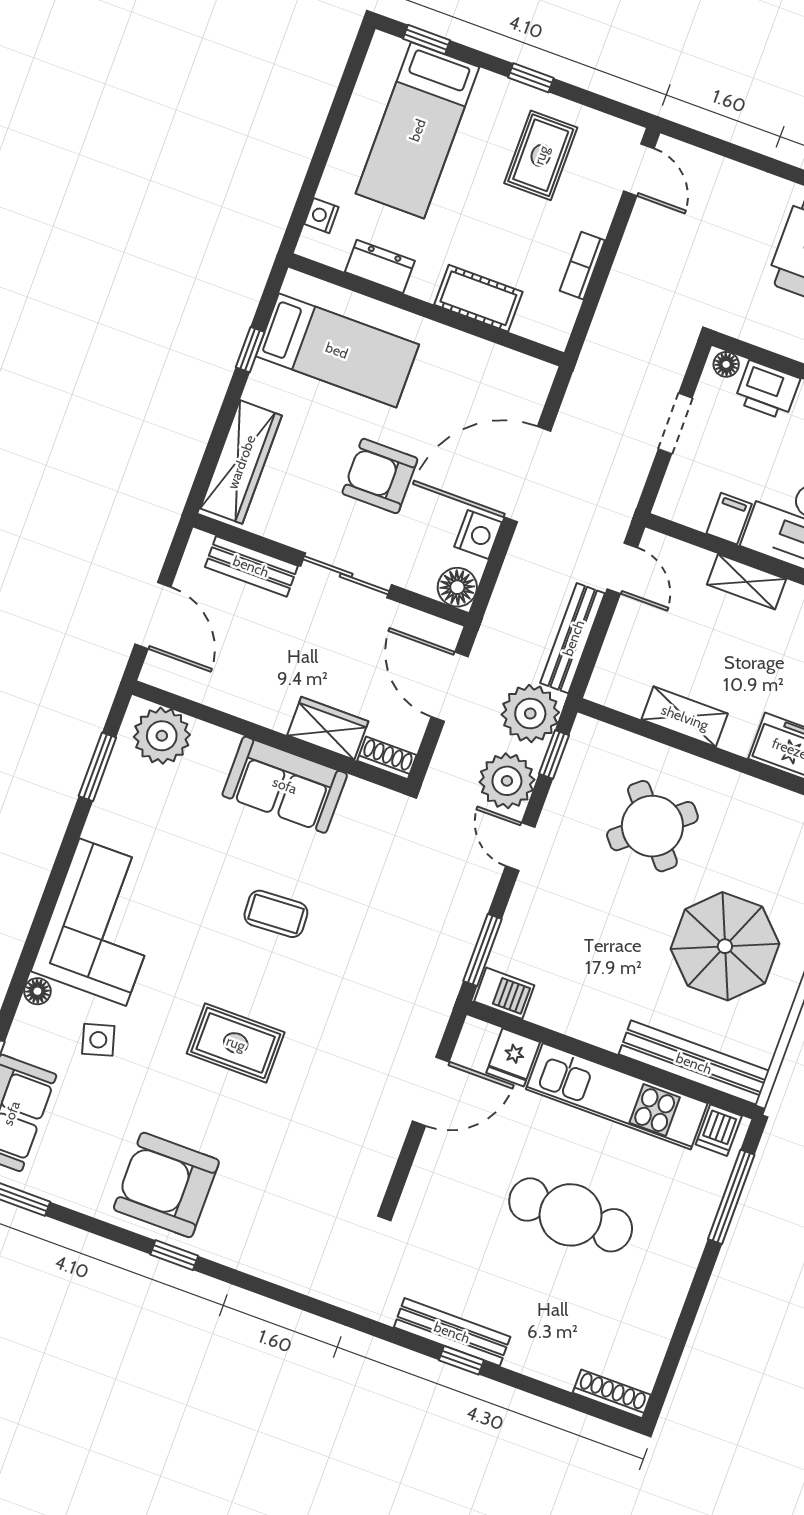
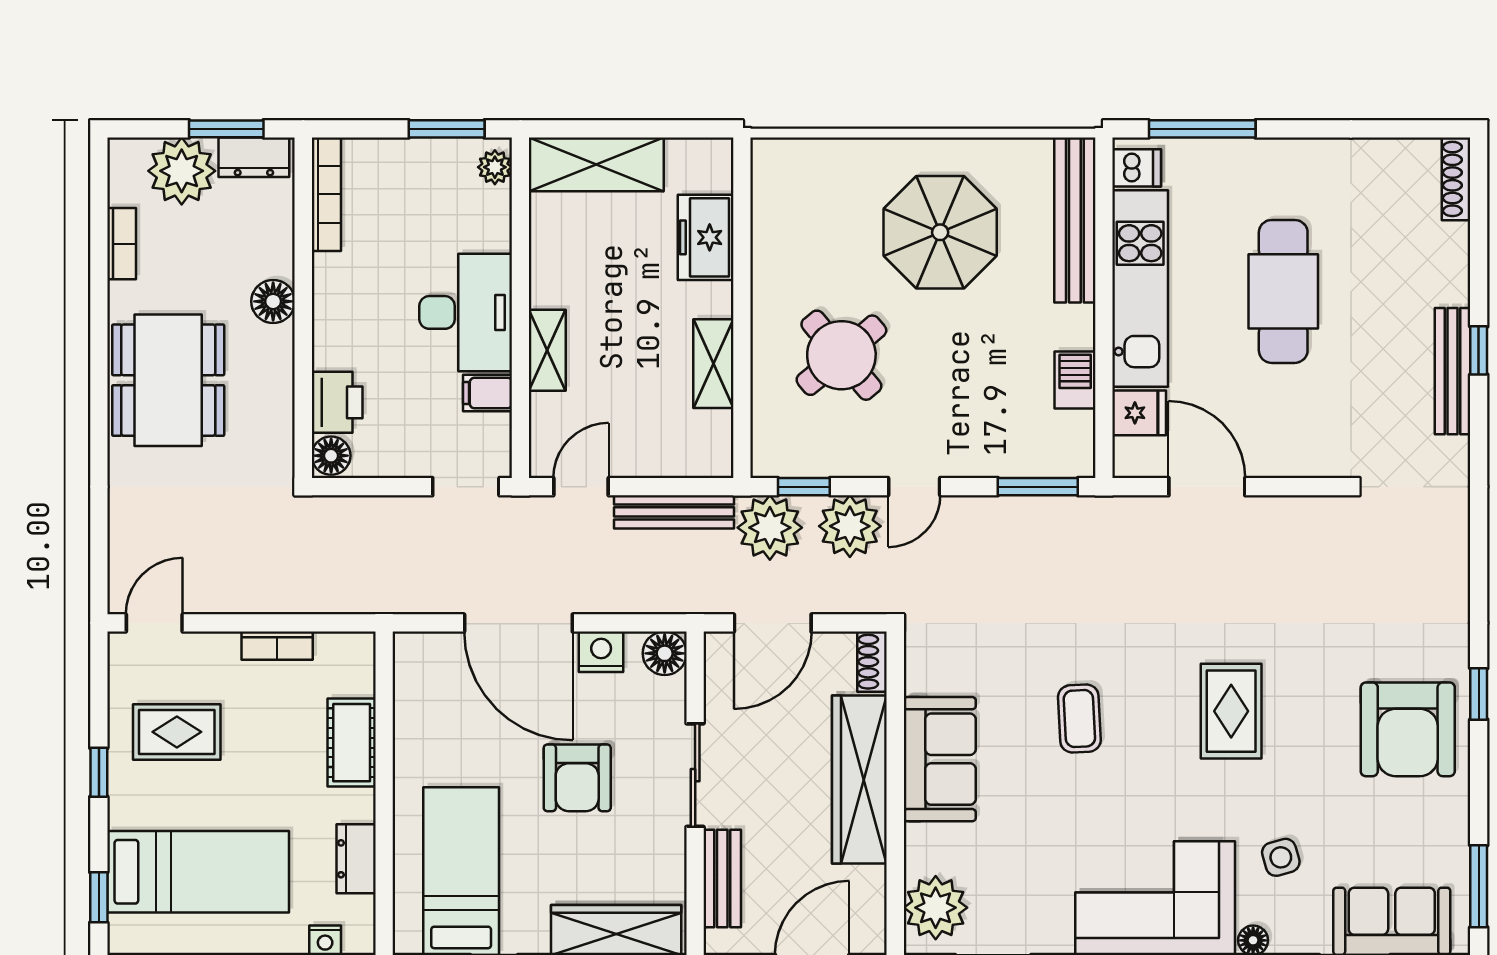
floor lamp: (726, 364) -> (331, 456), width x1.37, depth x1.37
doorway: (675, 423) -> (466, 487), moved
wardrobe: (328, 728) -> (859, 779), width x2.10, depth x1.17
barbecue: (504, 993) -> (1075, 380), moved

